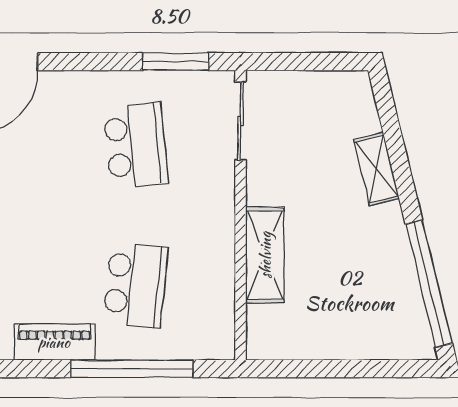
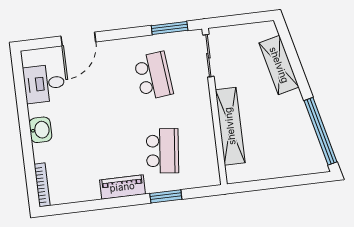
shelving: (376, 169) -> (279, 65), width x1.50, depth x1.33
shelving: (265, 255) -> (230, 126), width x1.47
window: (132, 369) -> (166, 196), width x0.47

